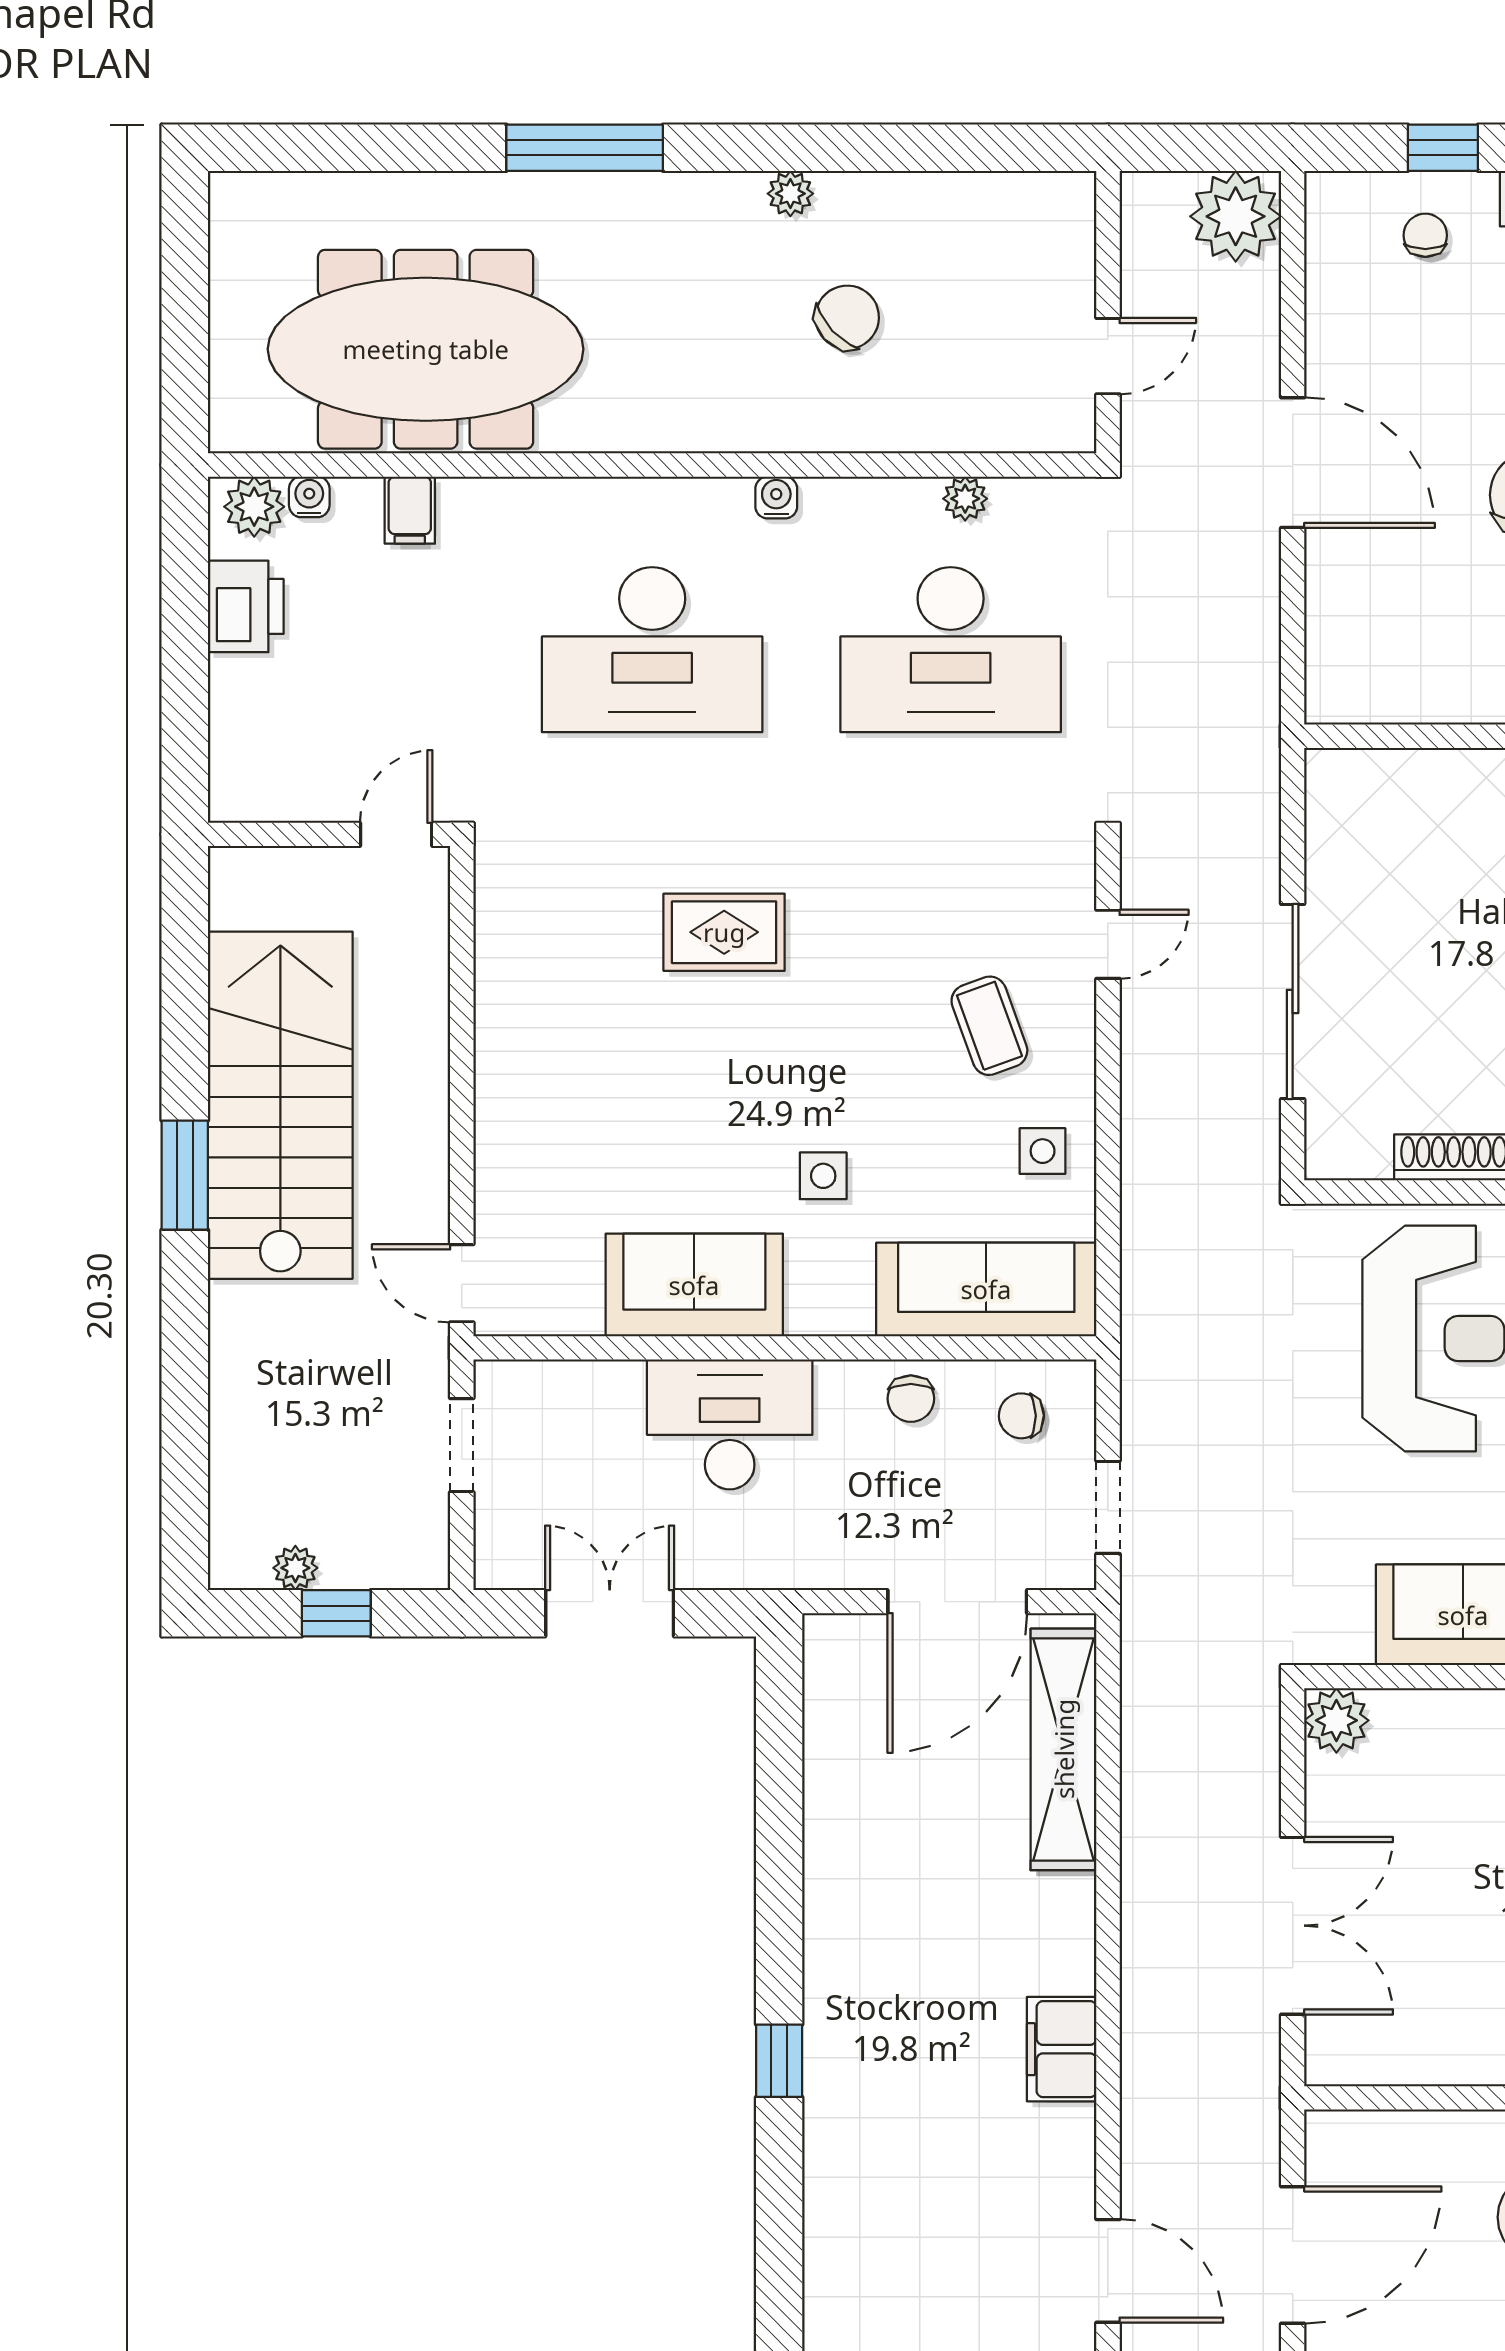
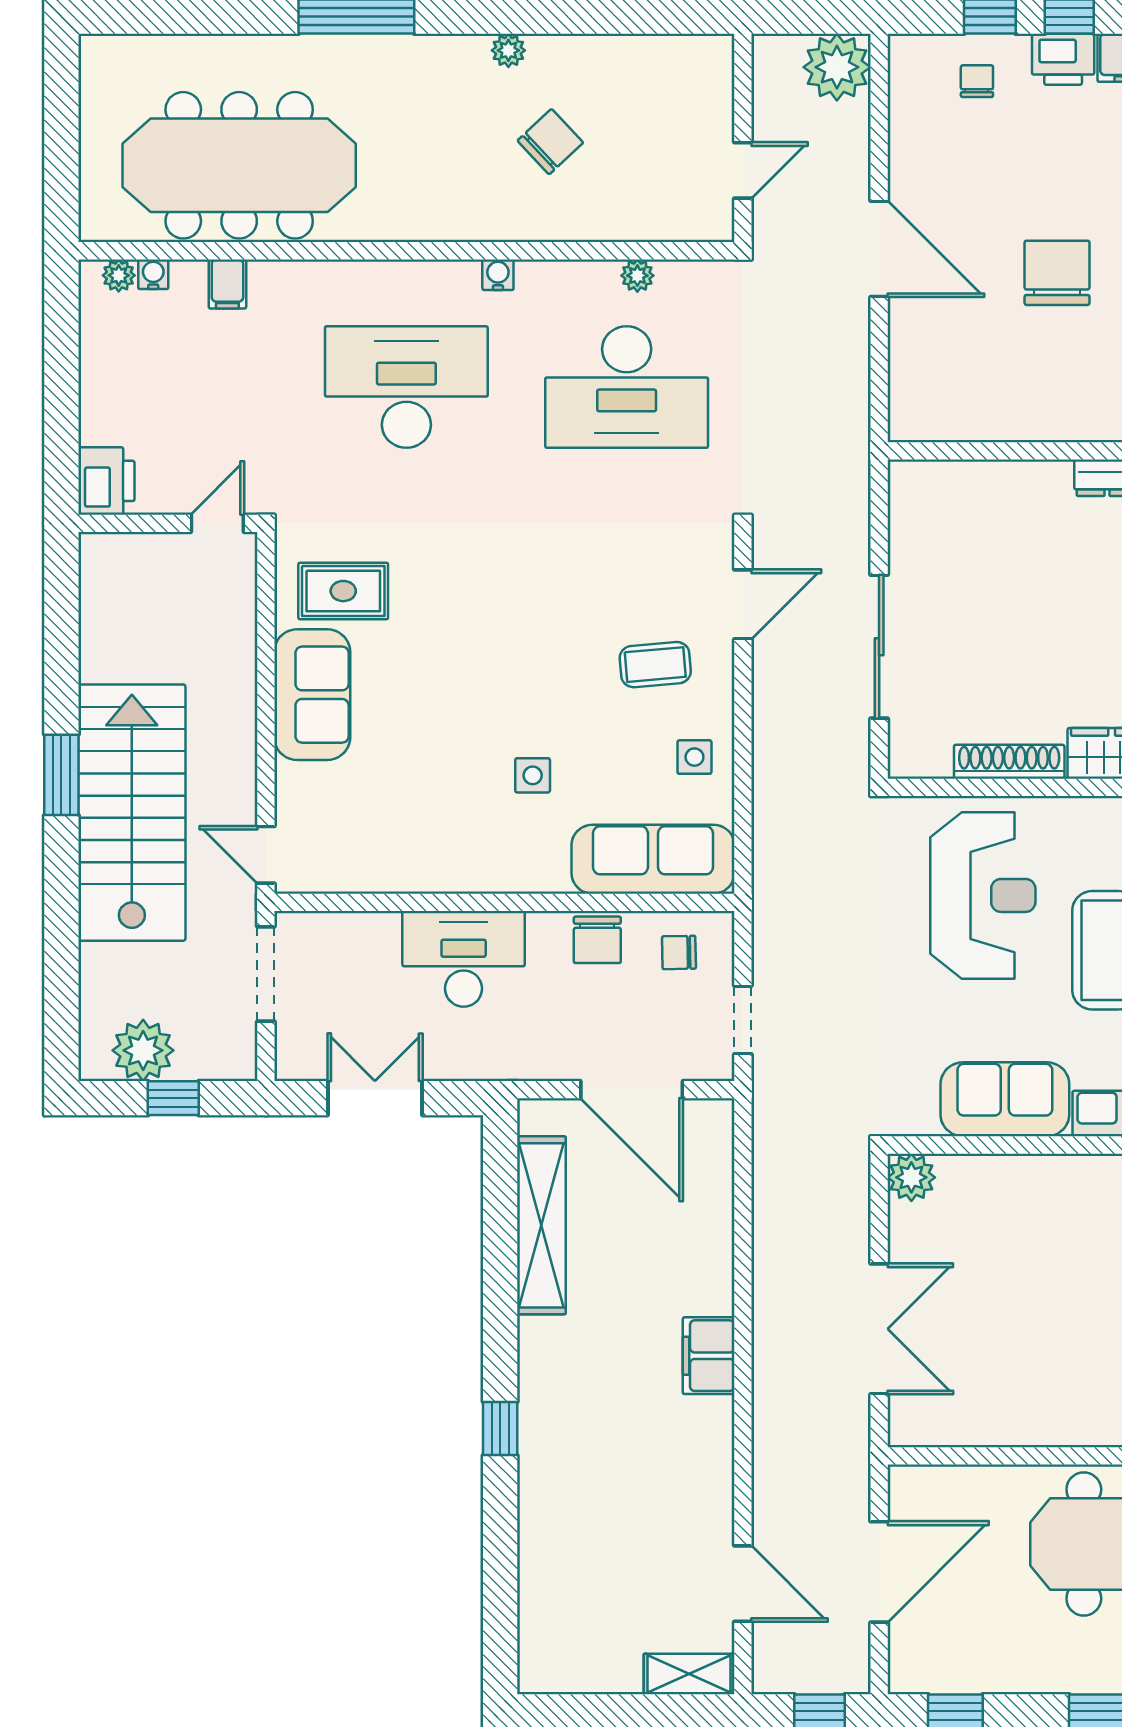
plant: (254, 507) -> (119, 275), width x0.73, depth x0.73
printer: (246, 606) -> (106, 481), moved
desk: (652, 650) -> (406, 387), turned 180
rug: (724, 932) -> (343, 591), moved
door: (1108, 944) -> (743, 604), width x1.37
coffee table: (989, 1026) -> (655, 665), turned -75
stairs: (280, 1105) -> (132, 813), moved
sofa: (694, 1285) -> (312, 695), moved, turned 90
chair: (911, 1399) -> (597, 940), width x1.37, depth x1.37
doorway: (462, 1445) -> (266, 974), width x1.38
plant: (295, 1568) -> (143, 1050), width x1.87, depth x1.87
door: (957, 1602) -> (632, 1090), hinge flipped
shelving: (1064, 1749) -> (541, 1225), moved
filing cabinet: (1062, 2049) -> (709, 1356), moved

